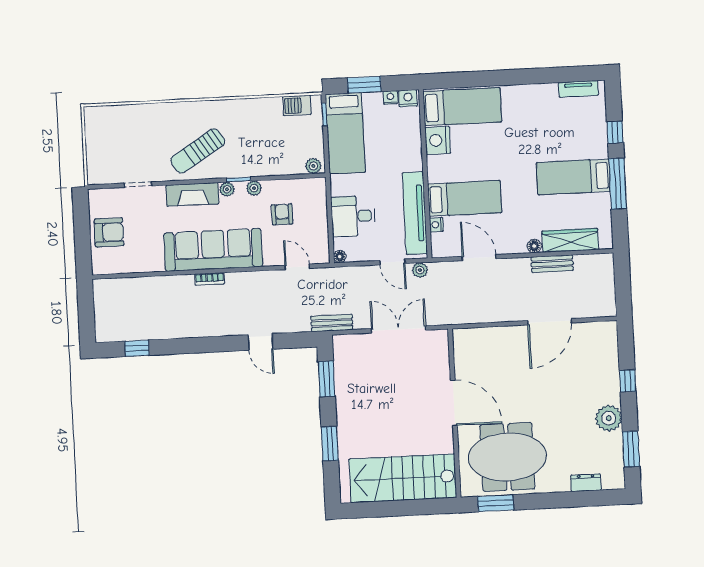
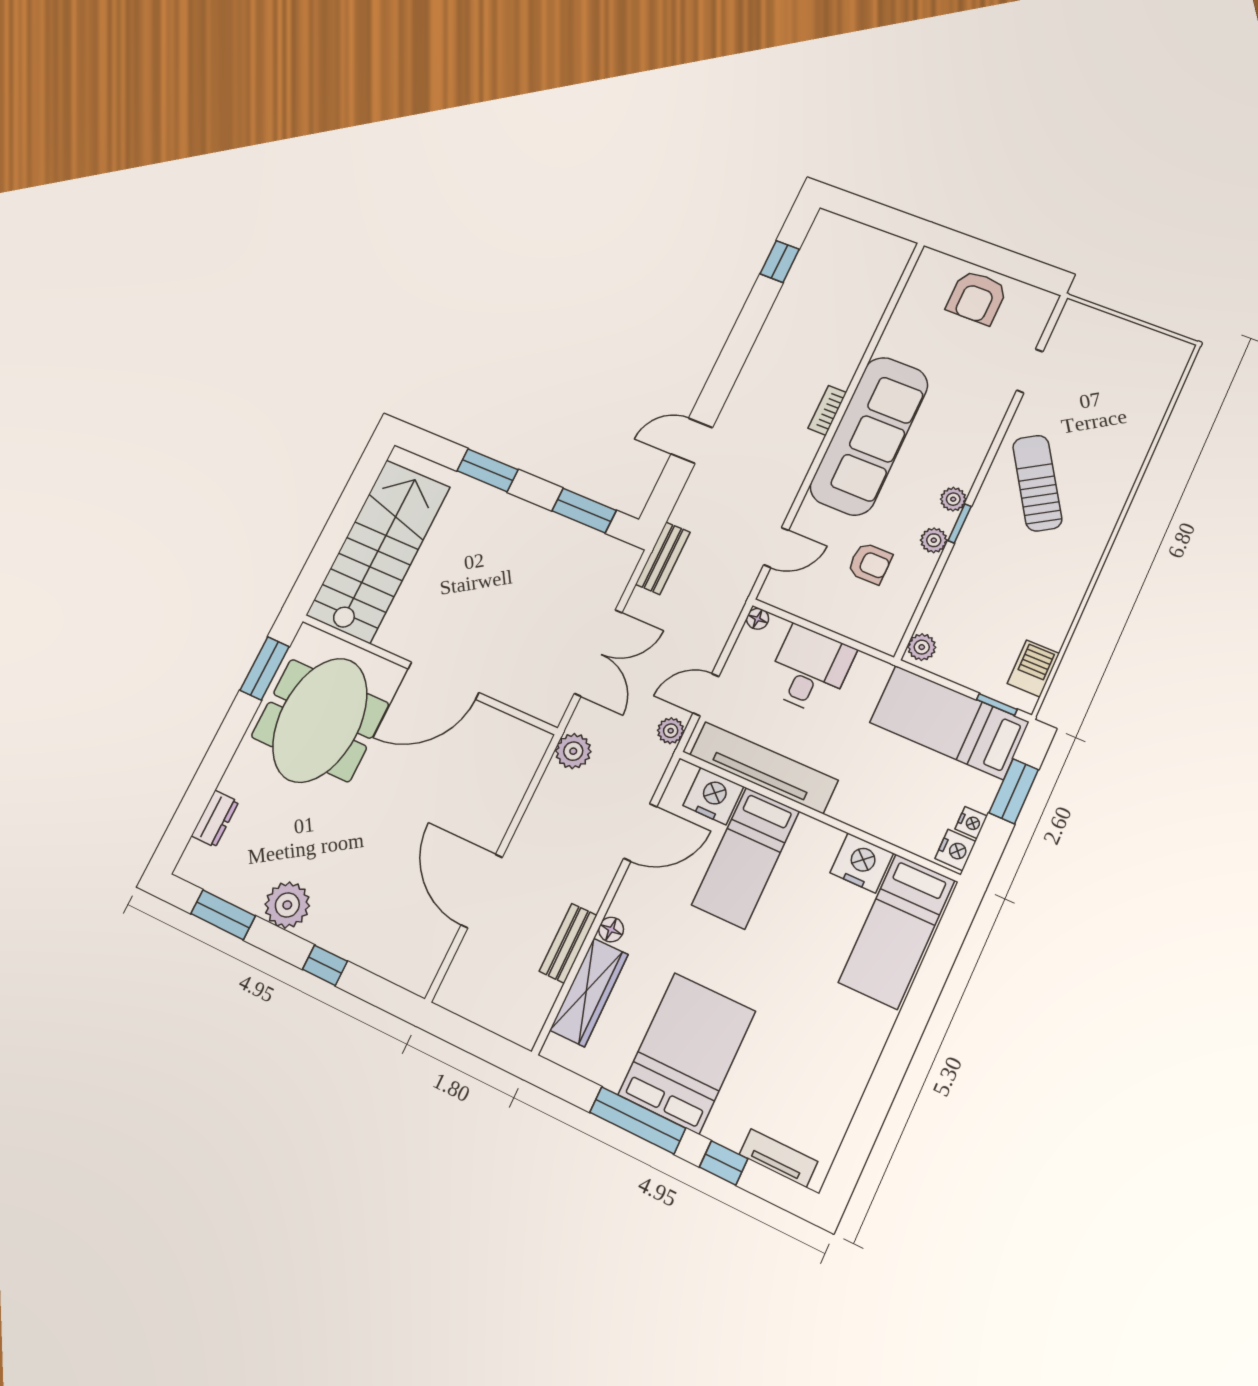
tv unit: (578, 89) -> (778, 1158), moved, turned 90
bed: (574, 177) -> (687, 1053), width x1.50
fireplace: (192, 194) -> (972, 444), removed
nightstand: (436, 225) -> (713, 796), width x1.89, depth x1.79
plant: (456, 314) -> (573, 751), added

